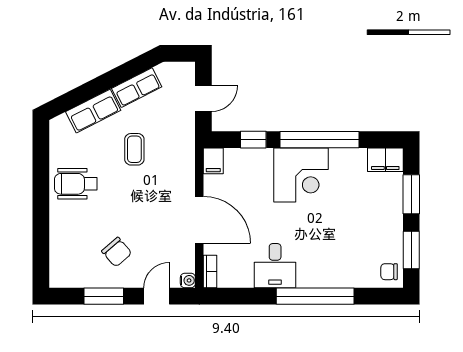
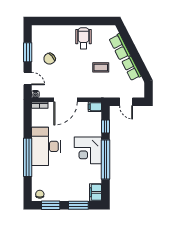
desk: (275, 266) -> (46, 146), width x1.87, depth x1.30

